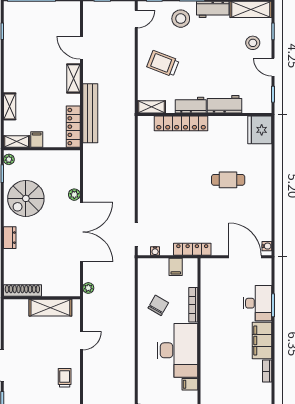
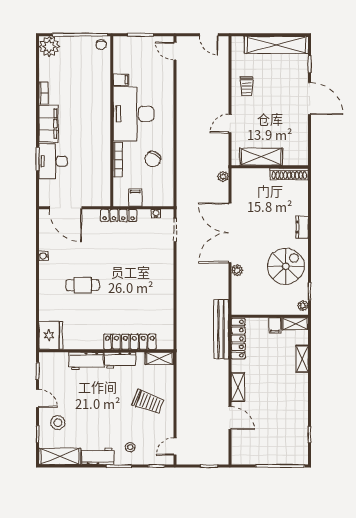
stool: (181, 19) -> (130, 447), width x0.53, depth x0.53
bench: (90, 113) -> (221, 329), moved
water cooler: (267, 246) -> (44, 256), moved

